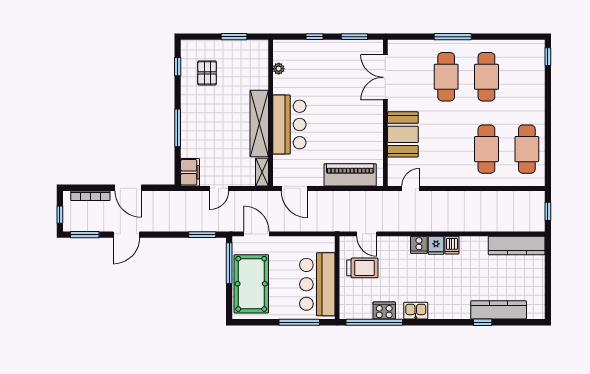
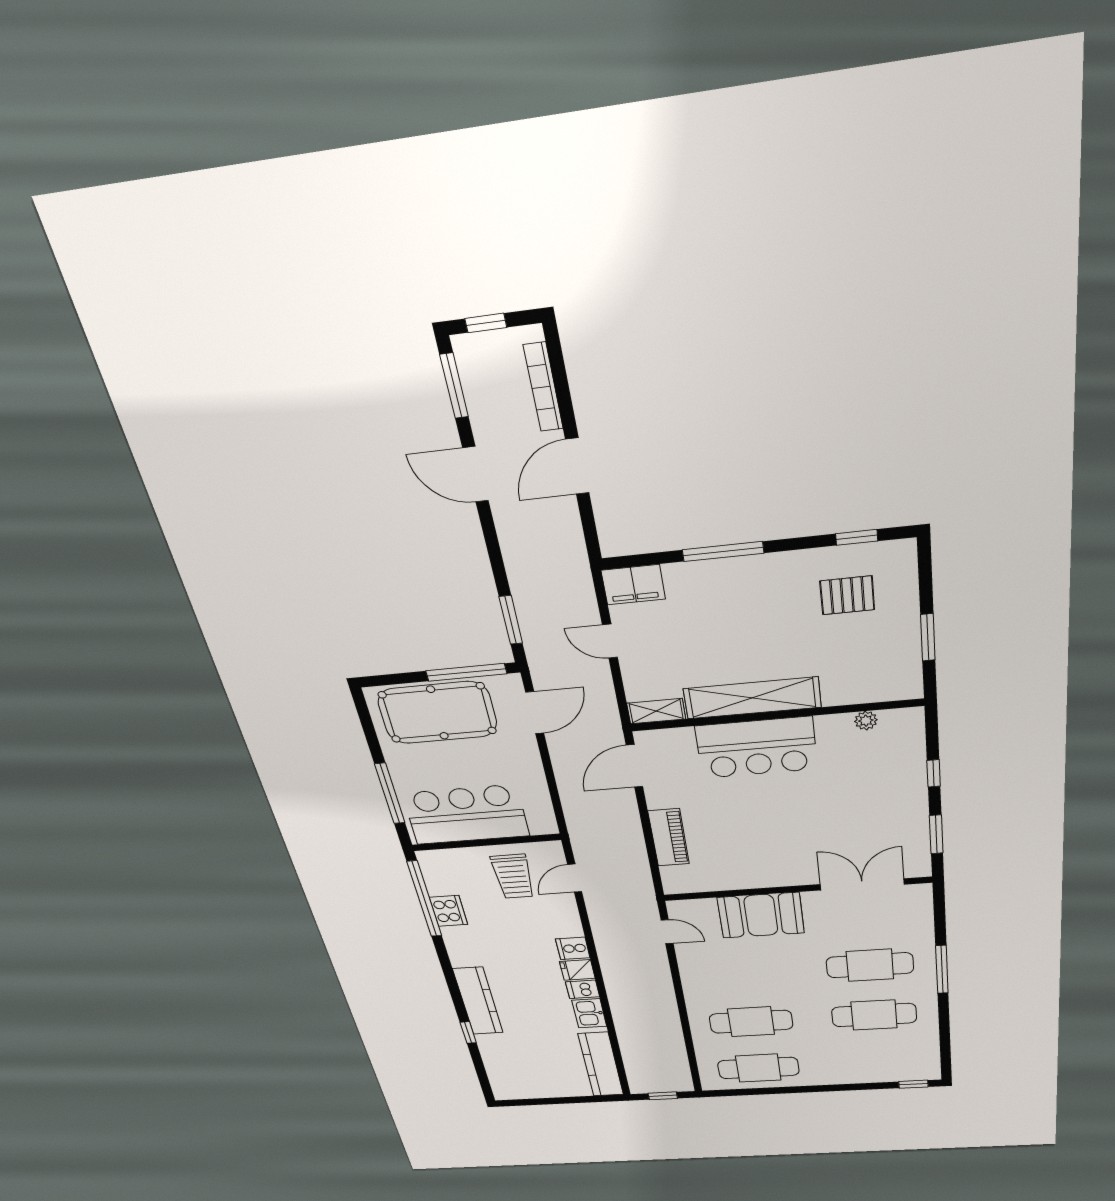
piano: (350, 175) -> (669, 837), width x0.73, depth x0.75
kitchen counter: (499, 310) -> (478, 1001), moved
kitchen sink: (416, 311) -> (589, 1013), moved, turned 180

